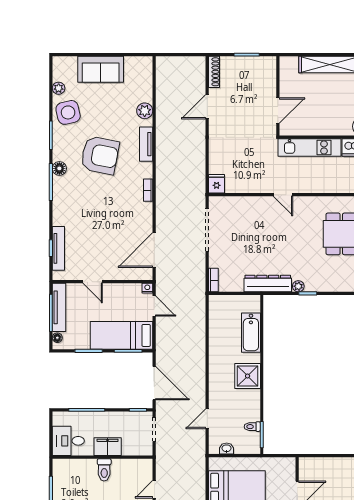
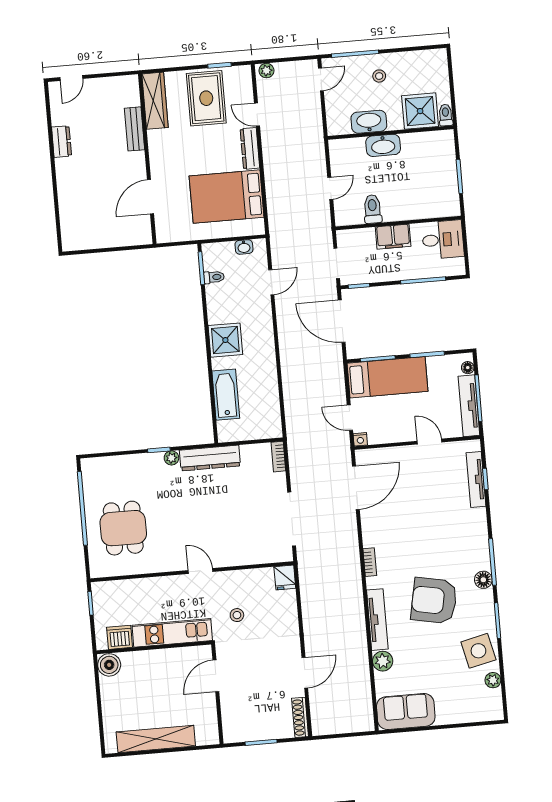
sofa: (101, 69) -> (406, 712), moved
tv unit: (146, 144) -> (377, 620), width x1.41
stool: (257, 157) -> (237, 615), added
toilet: (104, 470) -> (373, 209), moved

